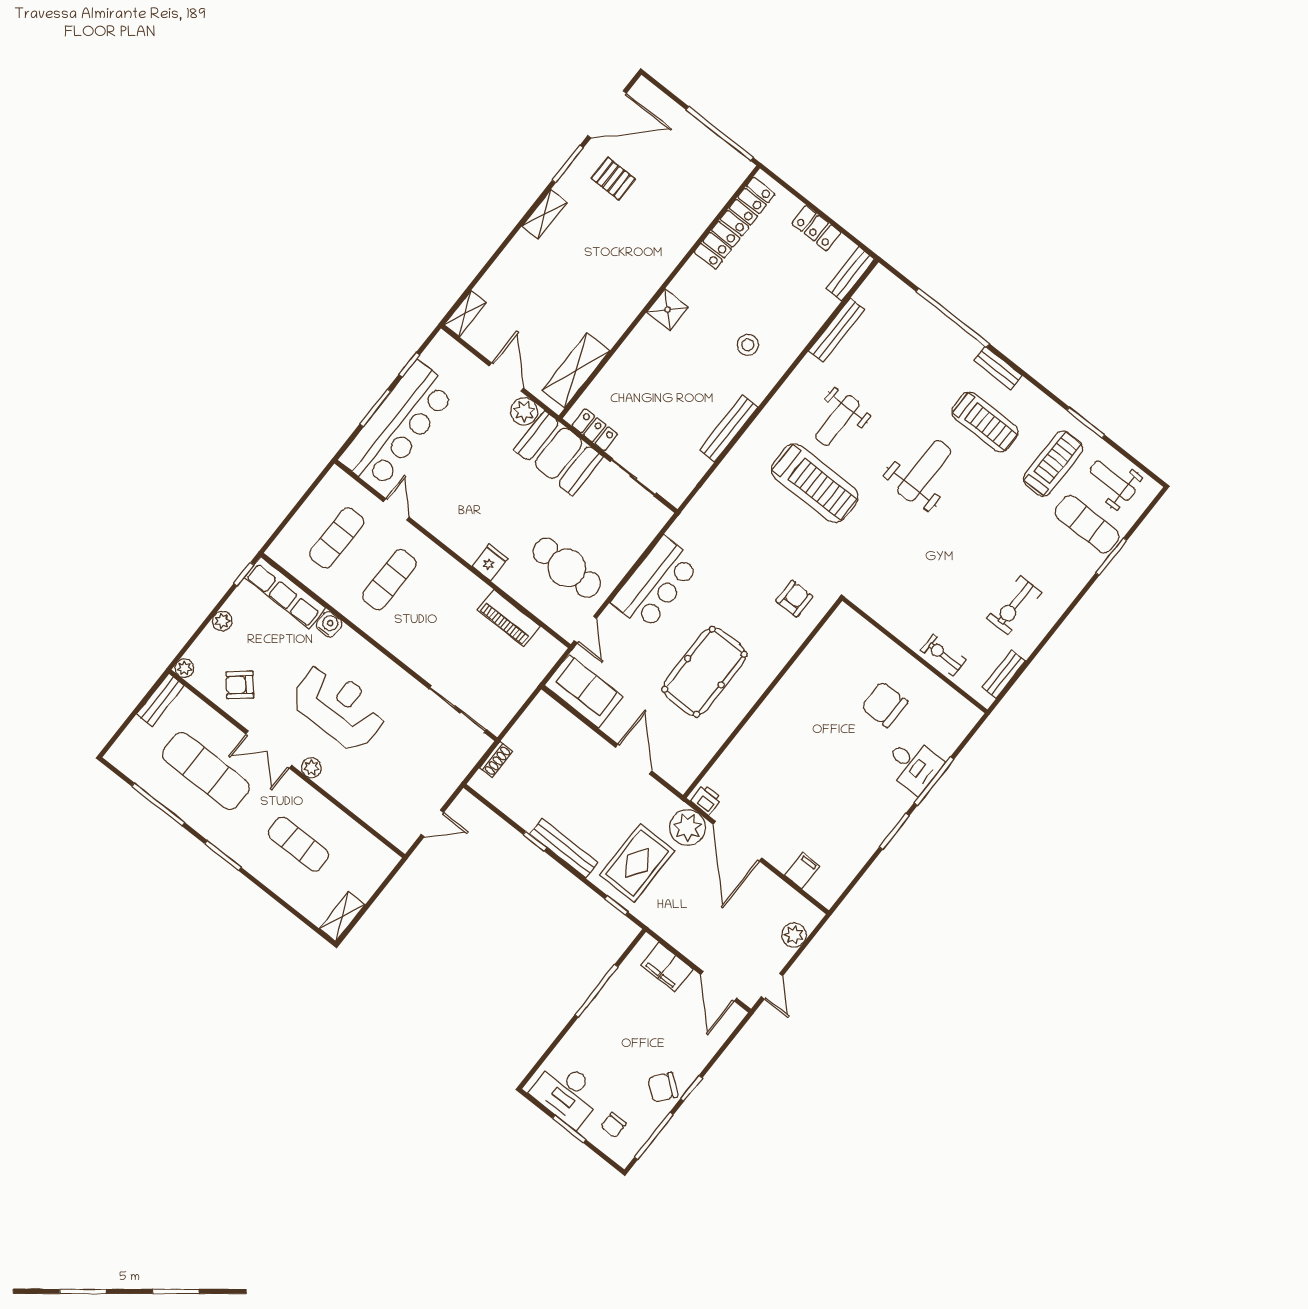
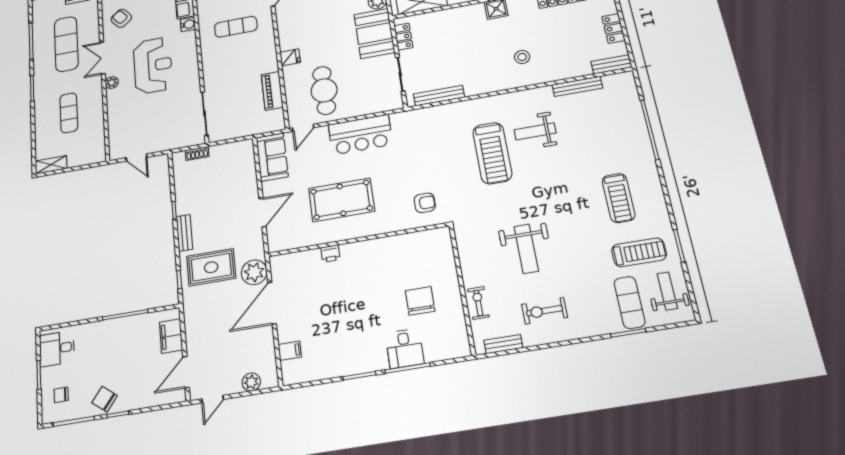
bench: (998, 368) -> (652, 176), removed
bench: (729, 429) -> (439, 96), moved
weight bench: (924, 471) -> (526, 249), moved, turned 90
printer: (706, 800) -> (330, 254), moved, turned 90
bench: (564, 848) -> (184, 233), width x0.73
desk: (567, 1093) -> (57, 349), width x0.73

